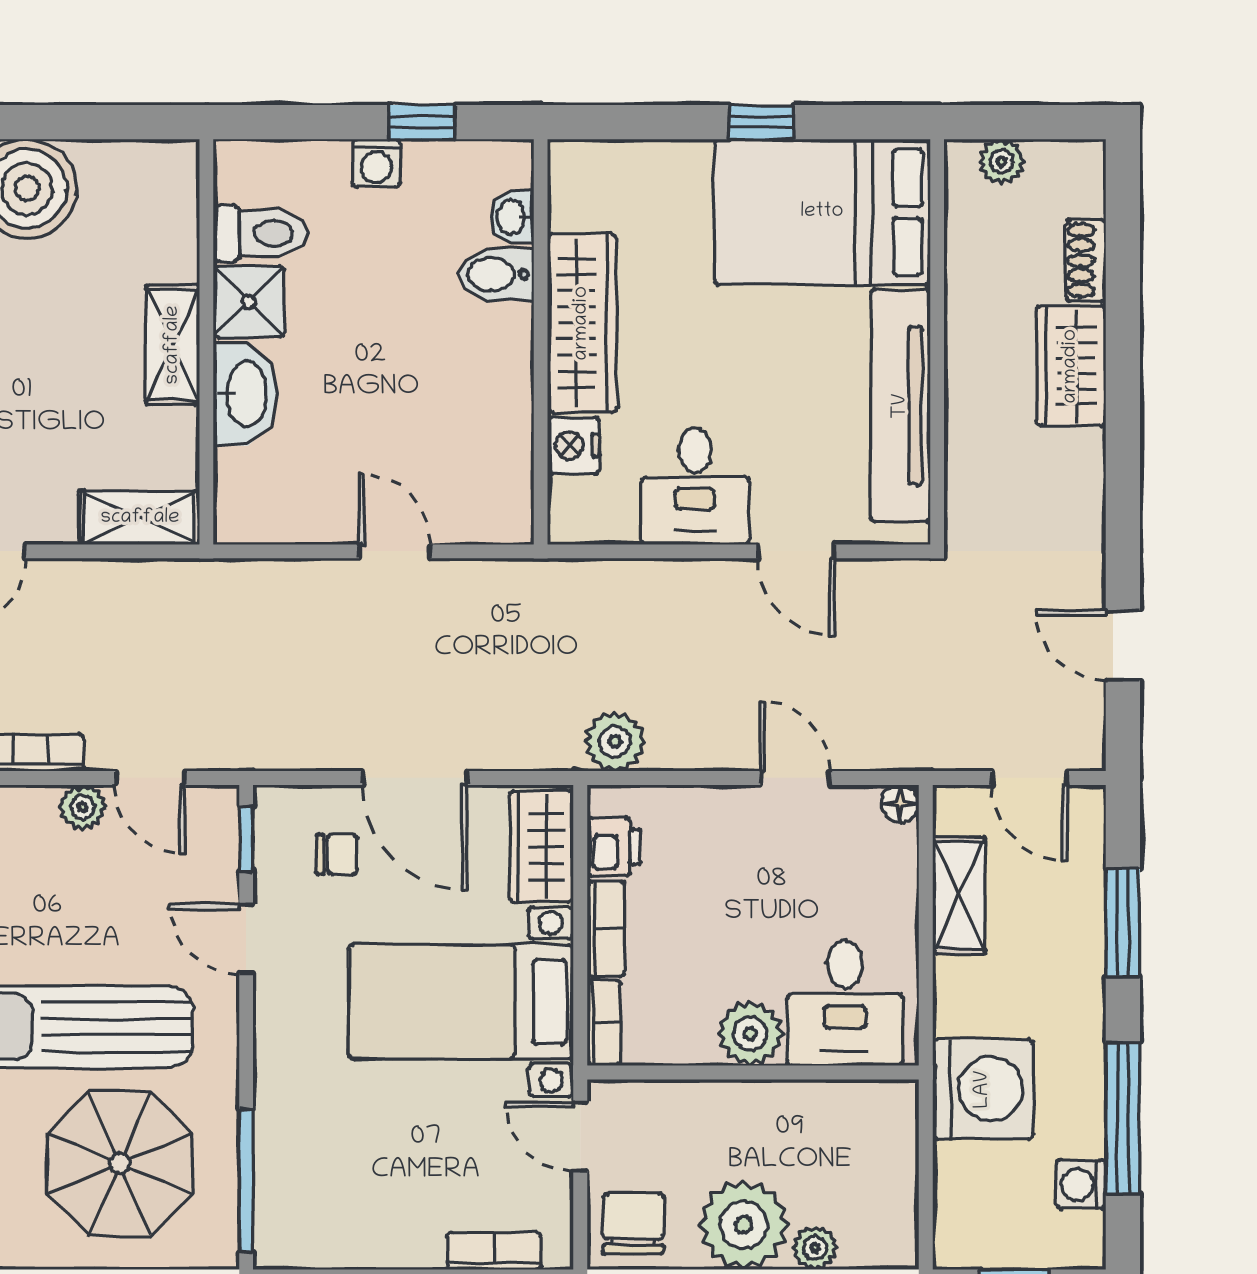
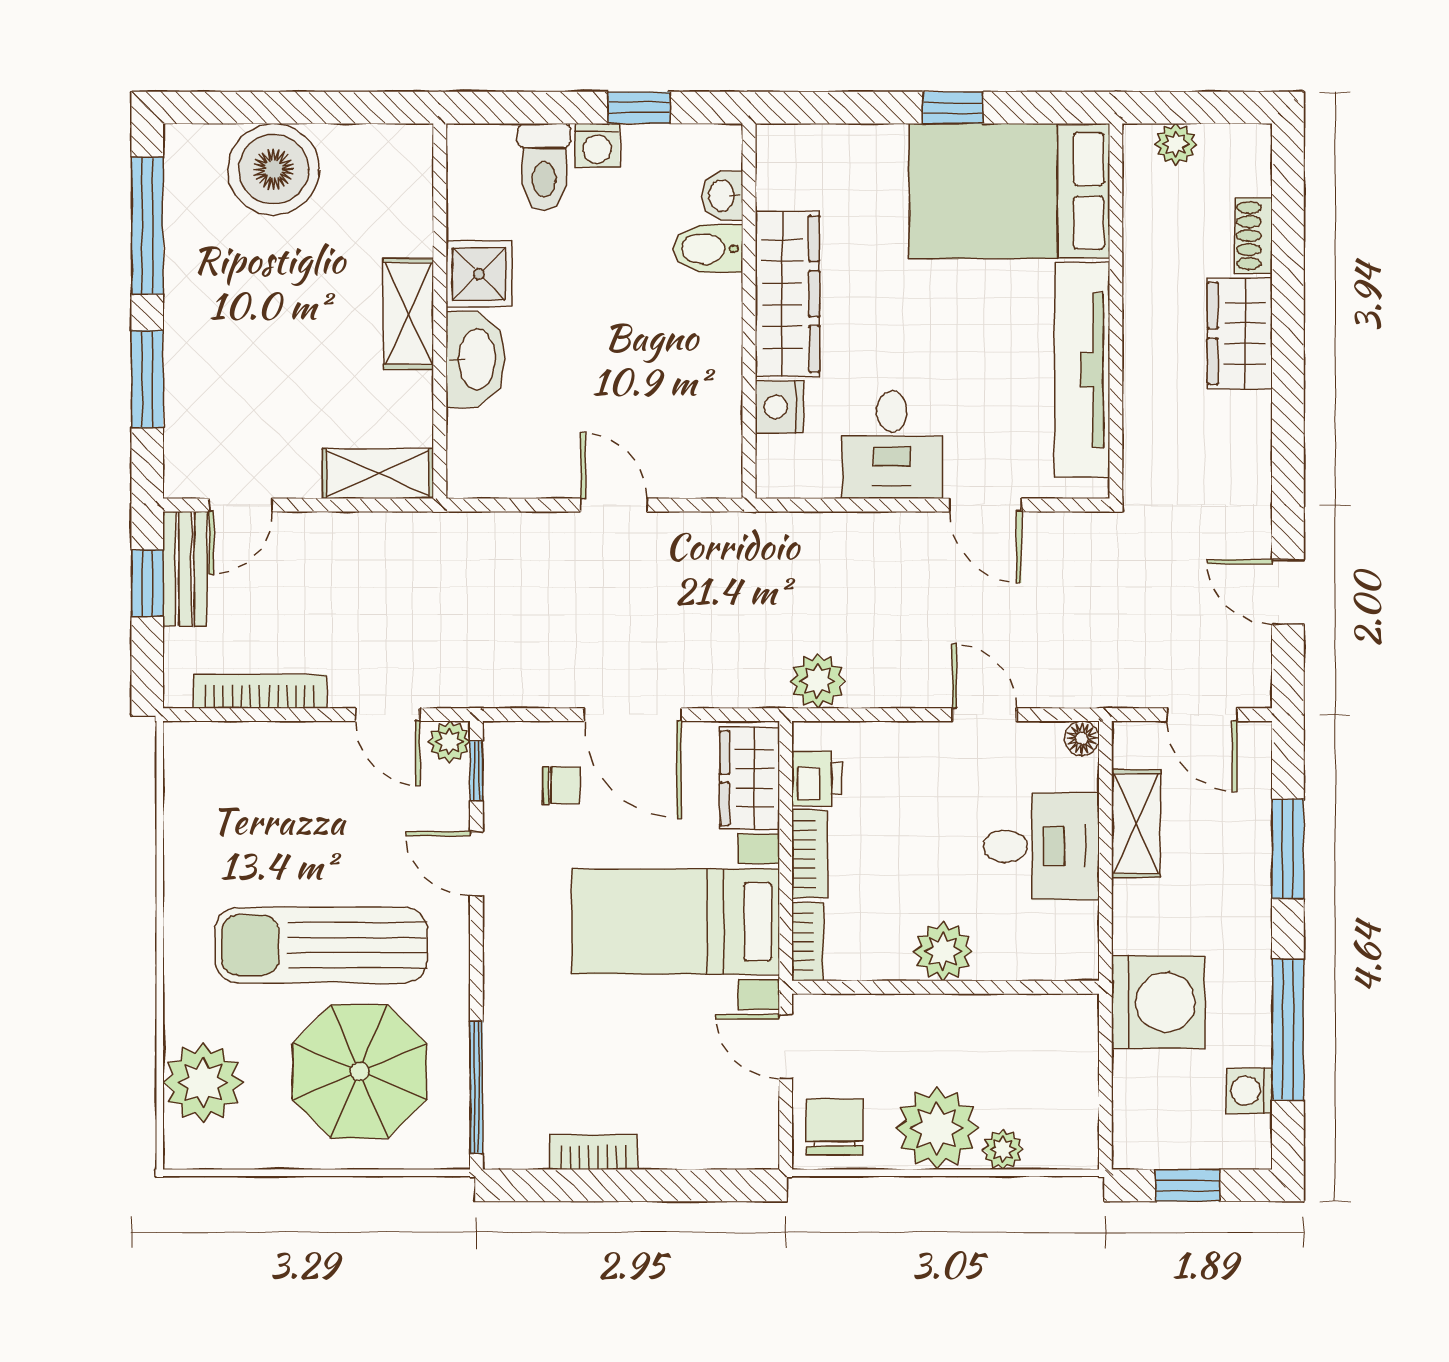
toilet: (260, 233) -> (544, 167), moved, turned 90
plant: (83, 807) -> (449, 742), moved
desk: (845, 1003) -> (1041, 846), moved, turned -90
bookcase: (494, 1251) -> (593, 1152), moved

